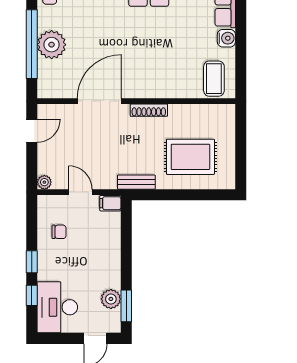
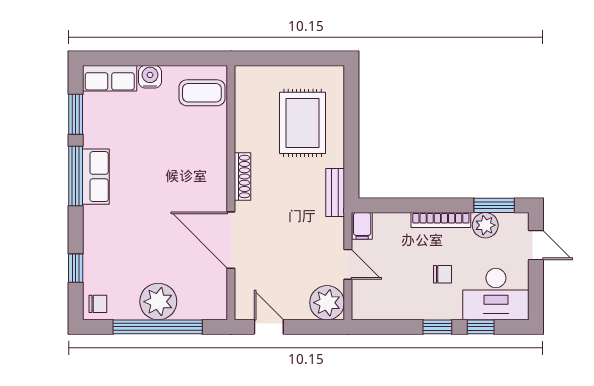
plant: (44, 182) -> (327, 303), width x1.87, depth x1.87
door: (80, 192) -> (348, 264), swing flipped
chair: (59, 232) -> (442, 274), moved, turned 90
bookcase: (115, 264) -> (441, 220), added

